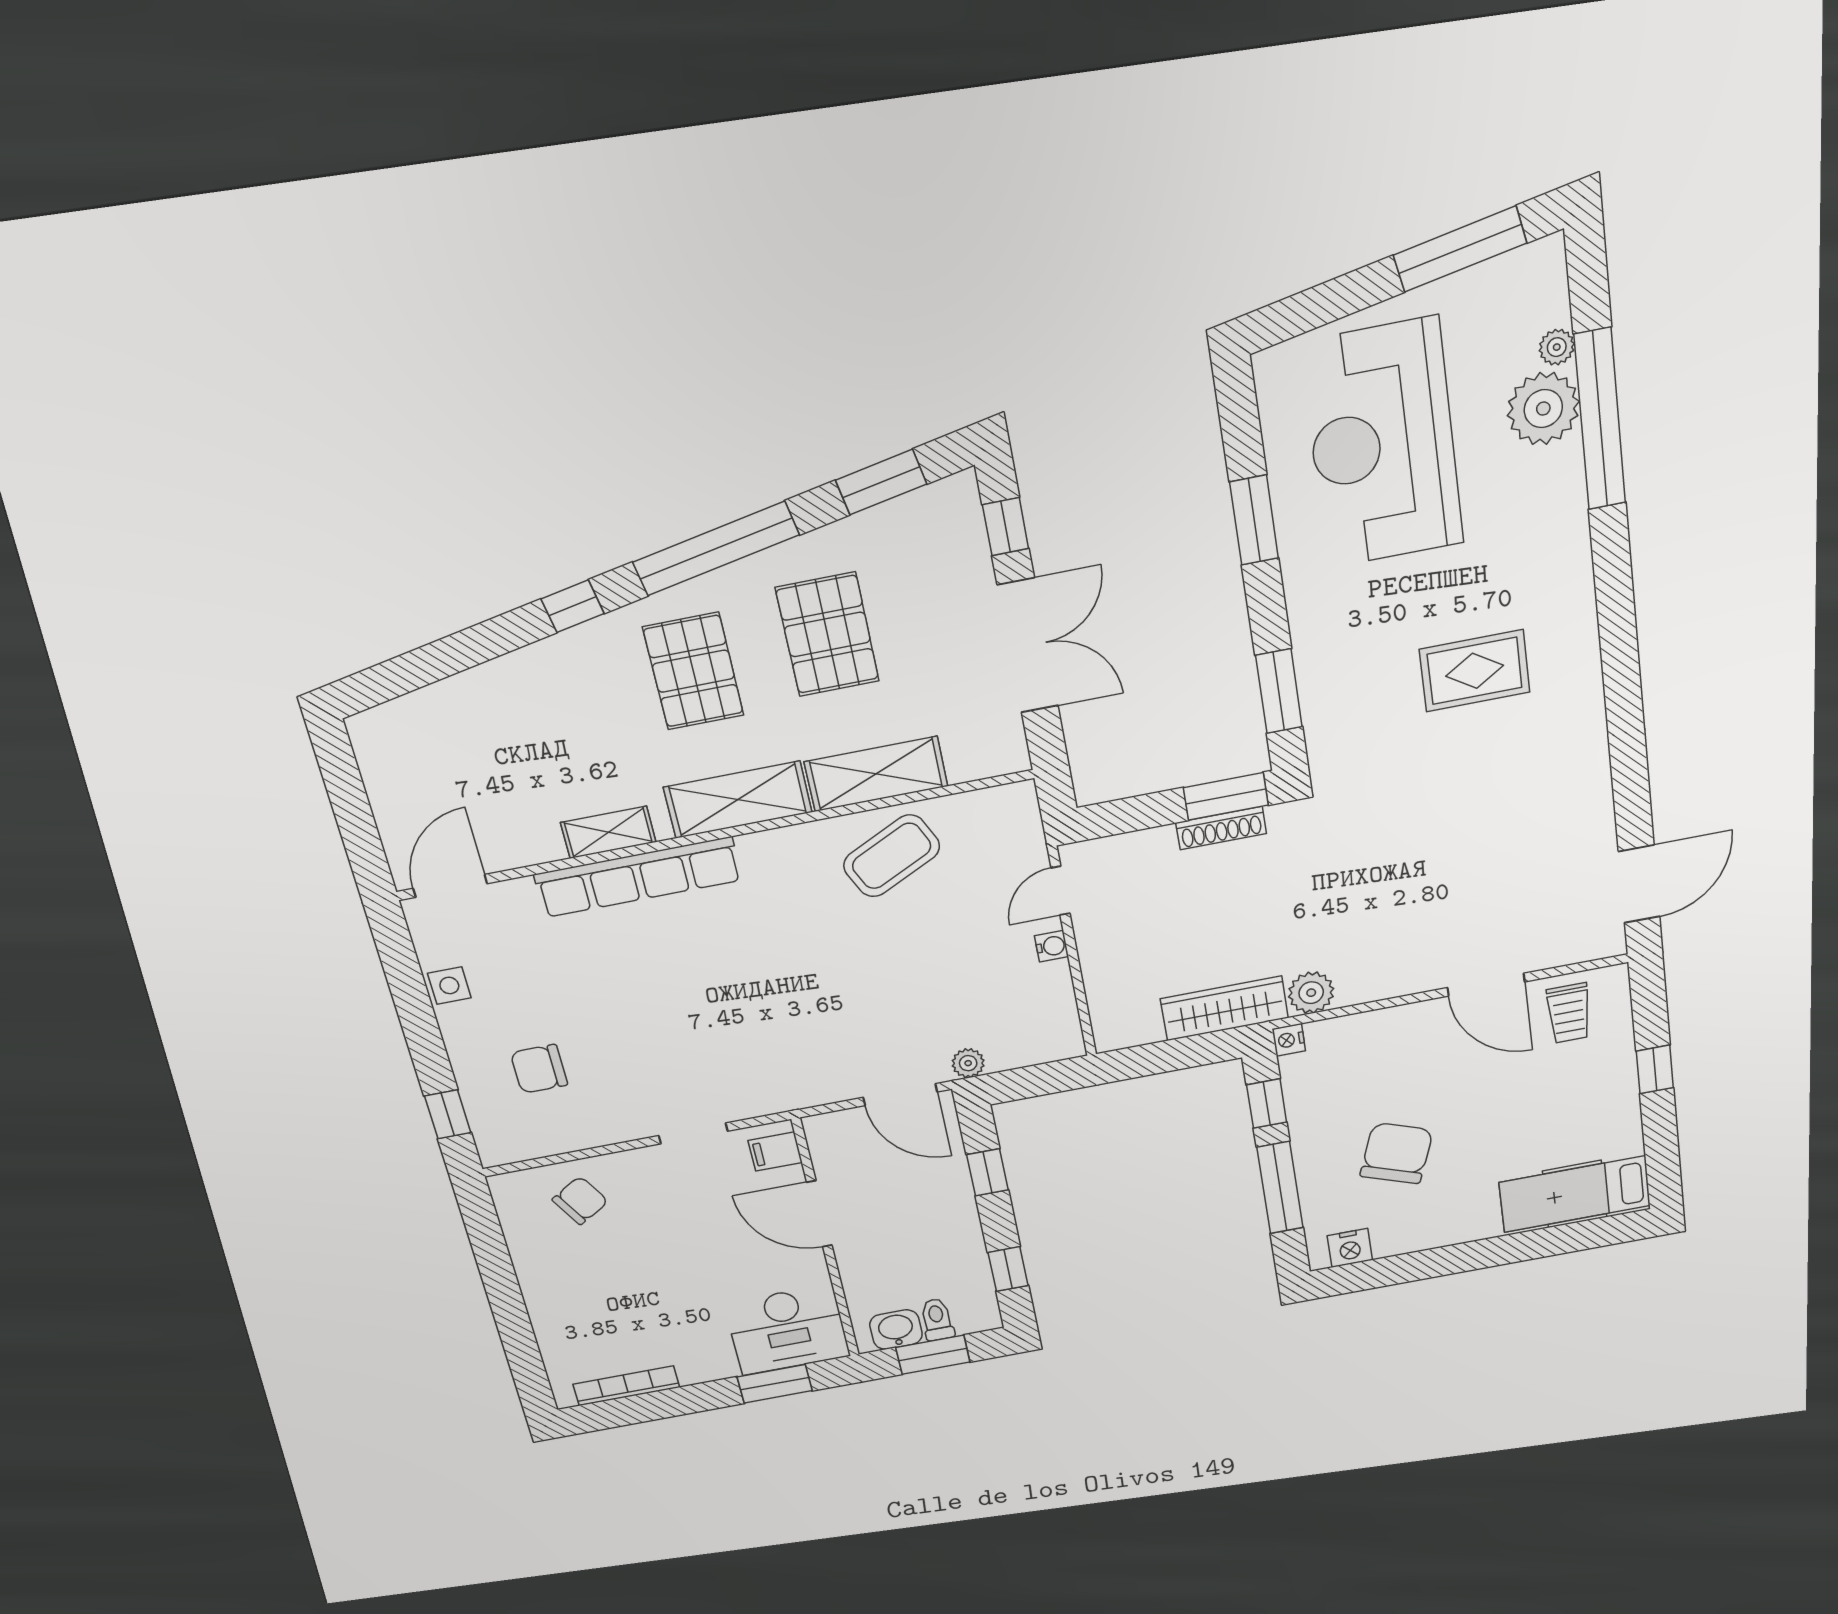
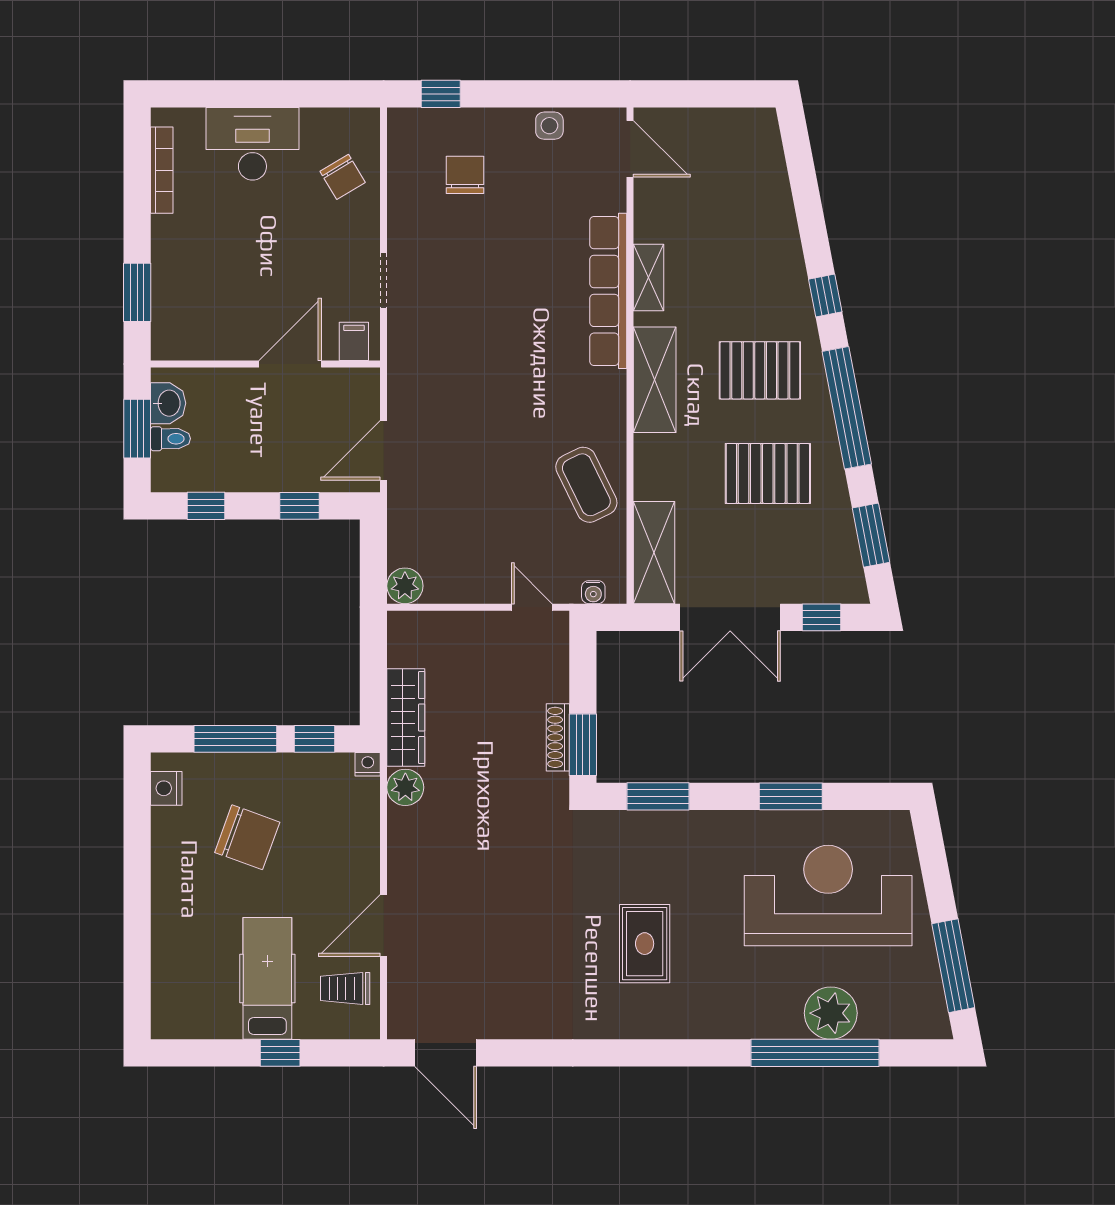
plant: (1557, 347) -> (872, 1027), removed
shelving: (876, 774) -> (654, 553), moved
water cooler: (1052, 946) -> (593, 592), moved
plant: (968, 1063) -> (405, 586), moved, width x1.38, depth x1.38
hospital bed: (1575, 1194) -> (267, 978), moved
desk: (787, 1330) -> (252, 144), moved, turned 90

